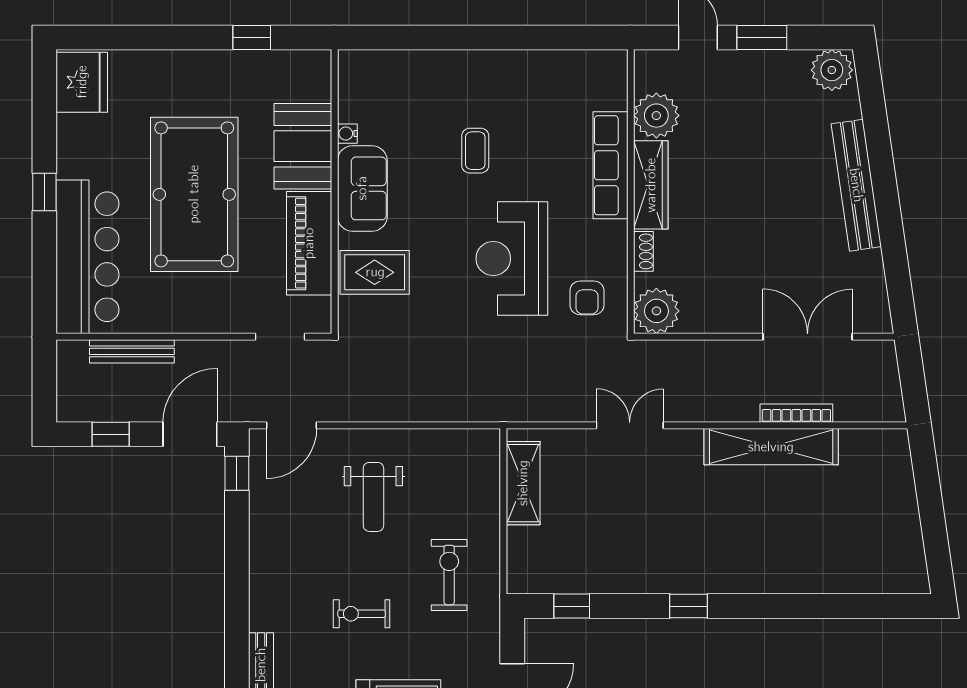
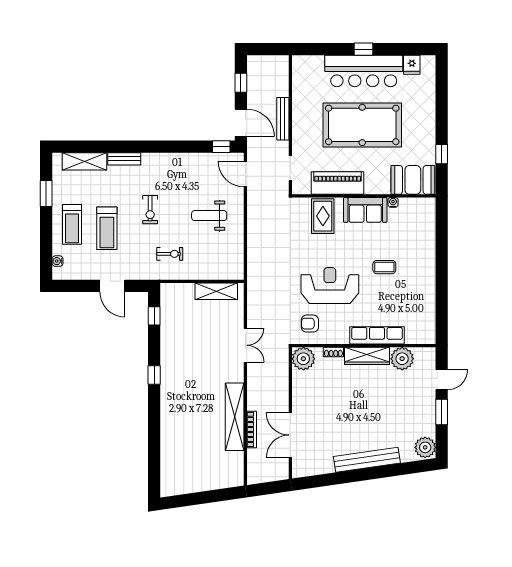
fridge: (82, 82) -> (412, 65), width x0.53, depth x0.75
booth: (303, 146) -> (413, 180), moved
bar counter: (88, 257) -> (364, 71), moved
double door: (808, 337) -> (290, 435), swing flipped
bench: (132, 351) -> (283, 119), moved
exercise bike: (449, 575) -> (170, 254), width x0.73, depth x0.72
exercise bike: (362, 614) -> (150, 210), turned 180

